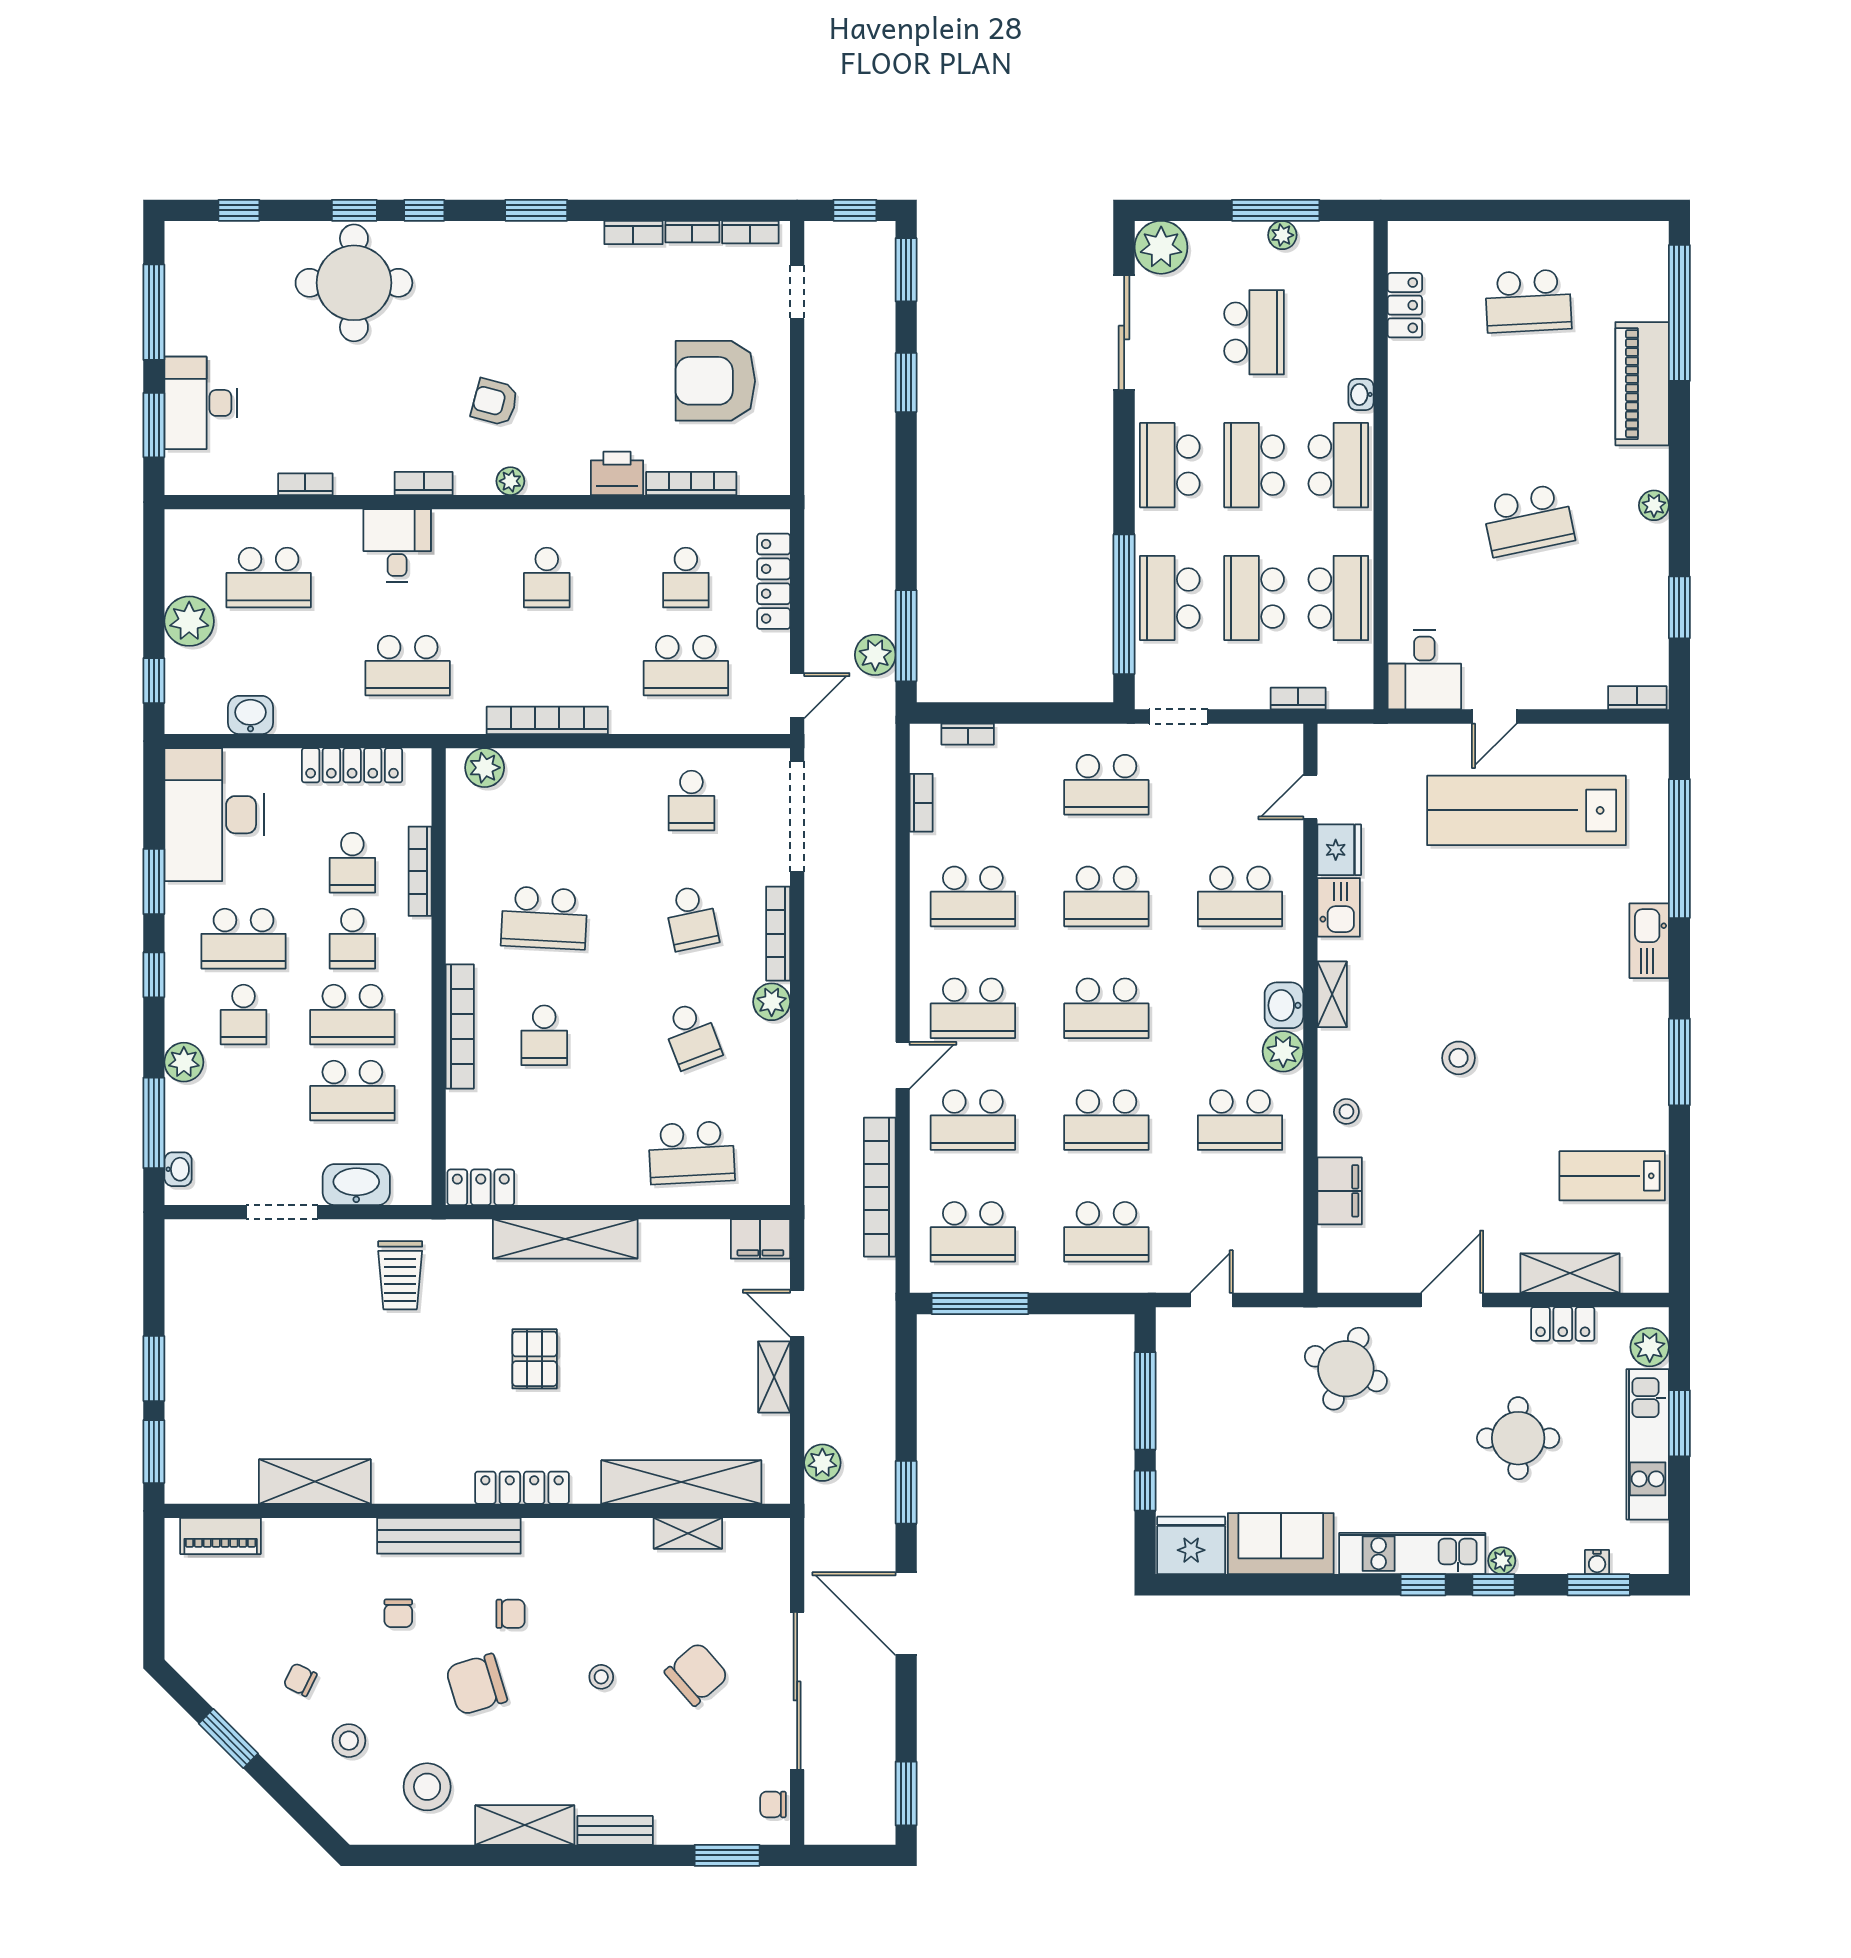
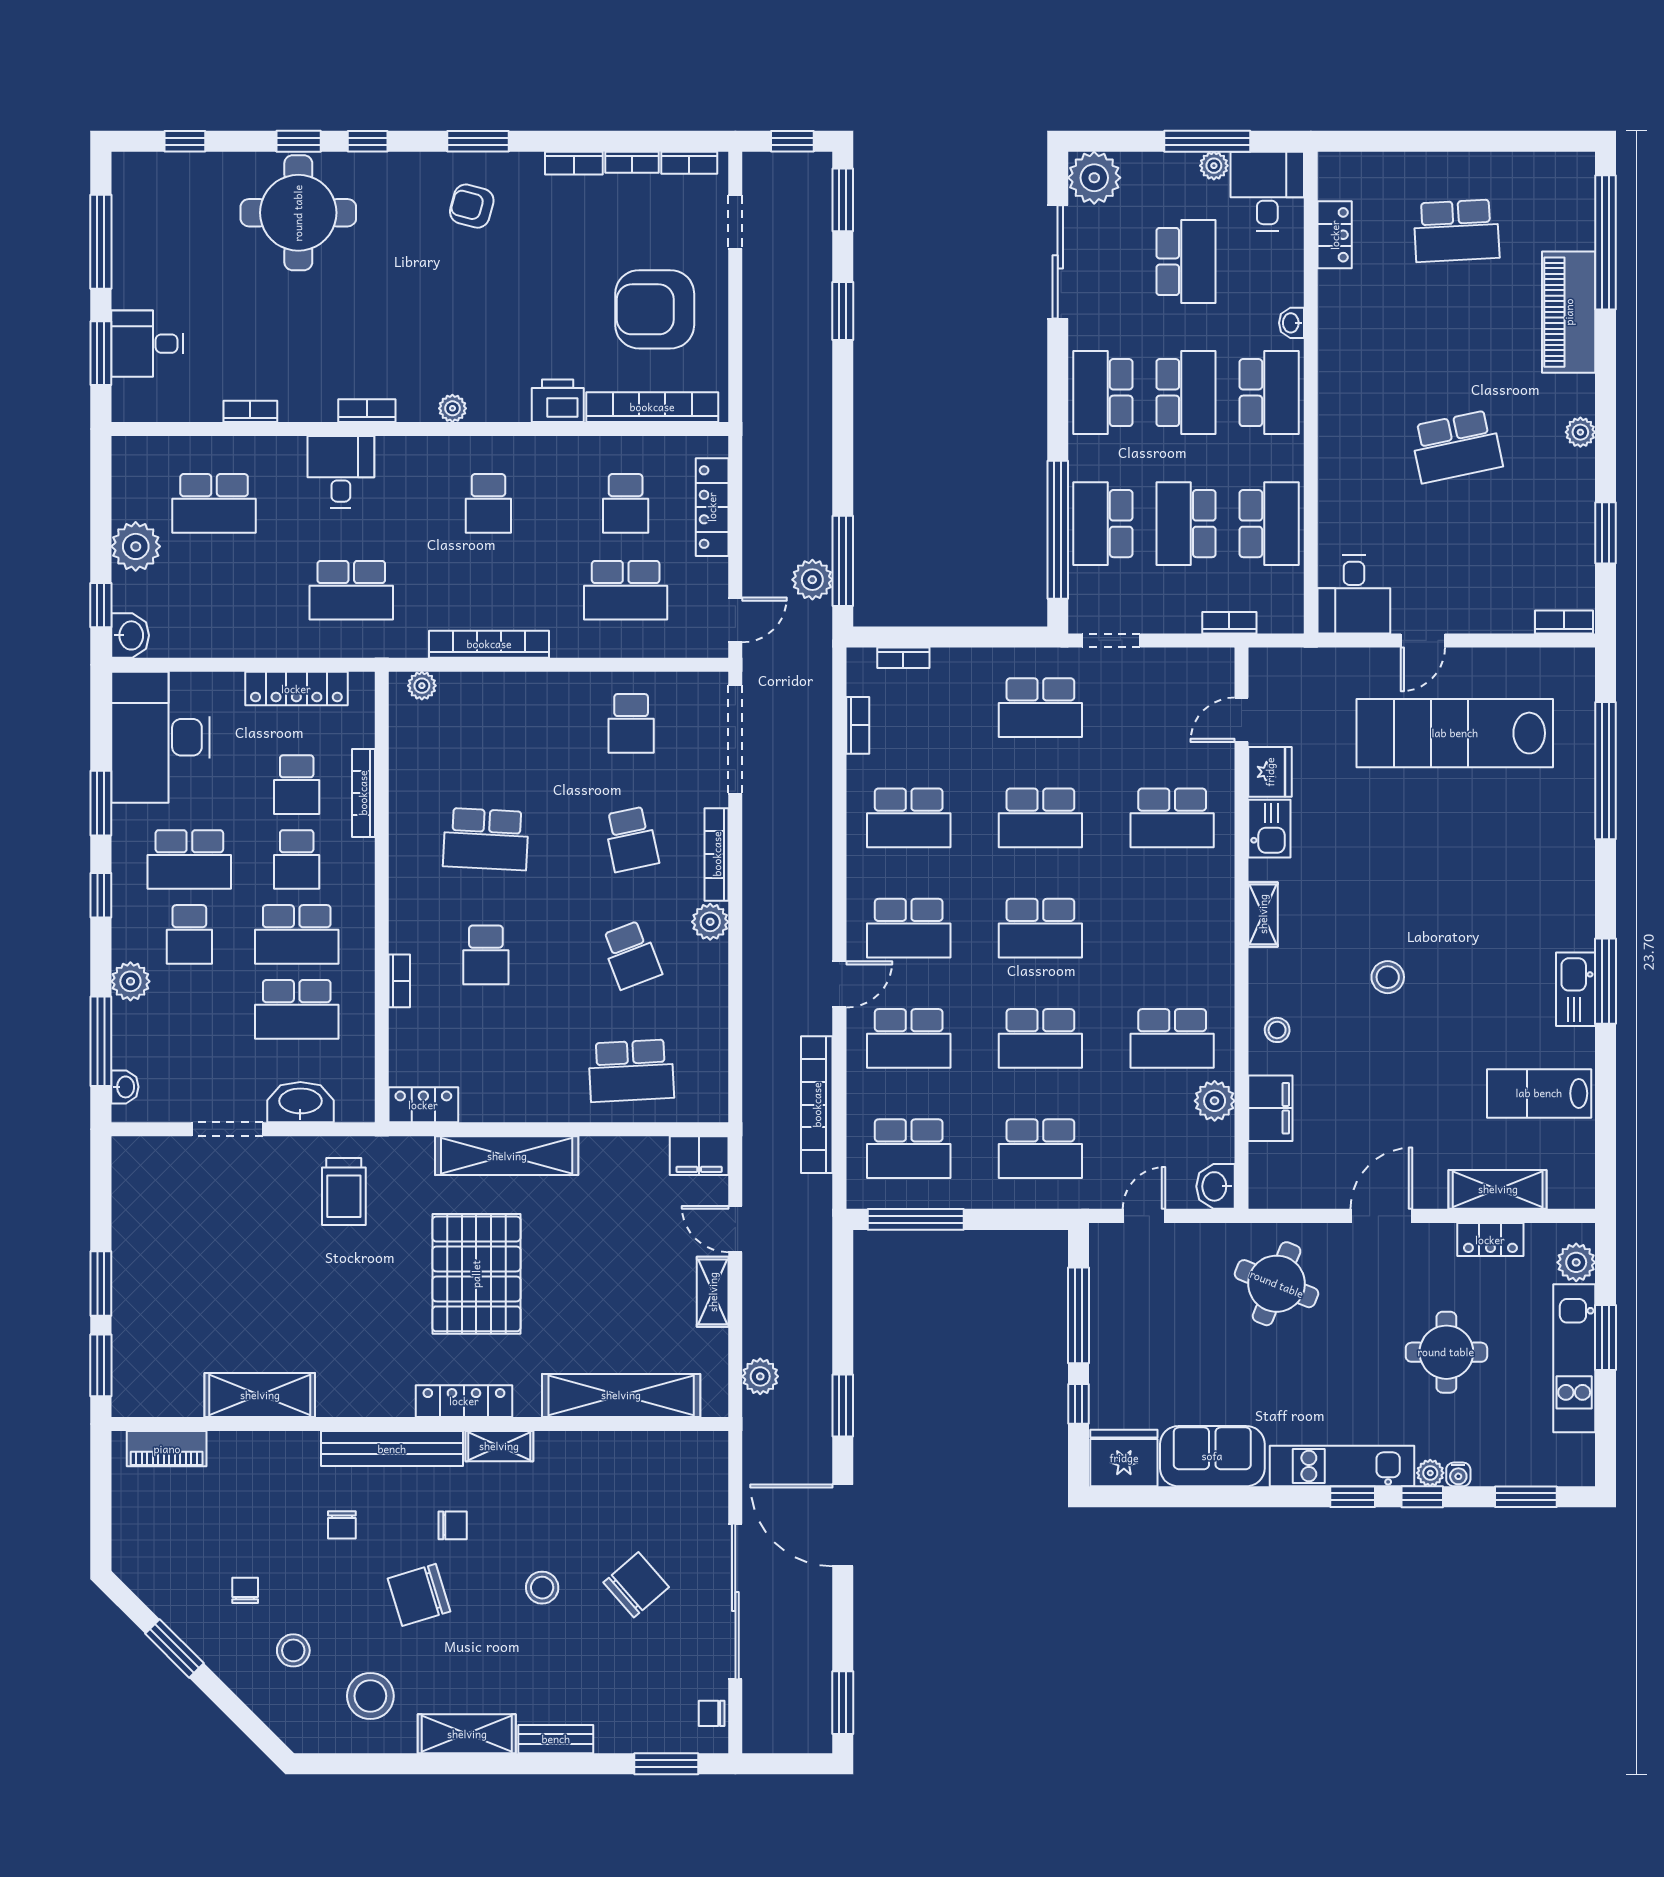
desk: (1336, 261) -> (1267, 191), added
armchair: (495, 402) -> (472, 206), moved
desk: (201, 403) -> (147, 344), width x0.73
school desk: (1254, 465) -> (1186, 393), turned 180
bookcase: (691, 483) -> (652, 407), width x1.48, depth x1.31
washbasin: (250, 715) -> (130, 635), moved, turned 90
plant: (485, 768) -> (422, 686), width x0.73, depth x0.73
kitchen sink: (1649, 941) -> (1576, 989), moved
washbasin: (1284, 1005) -> (1215, 1186), moved
bookcase: (460, 1026) -> (399, 981), width x0.43, depth x0.76
plant: (1283, 1051) -> (1215, 1101), moved
pallet: (535, 1359) -> (476, 1274), width x2.05, depth x2.00
shelving: (688, 1533) -> (499, 1446), moved
water cooler: (1597, 1562) -> (1458, 1474), moved
stool: (601, 1677) -> (542, 1588), width x1.37, depth x1.37
chair: (300, 1680) -> (245, 1590), turned 64

